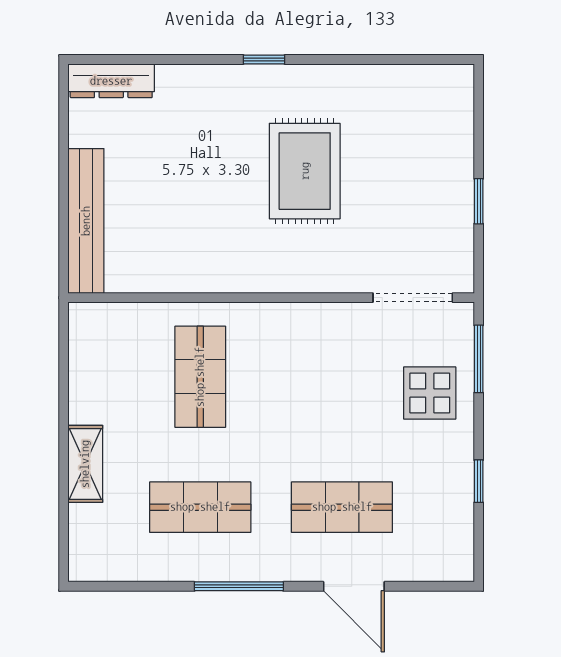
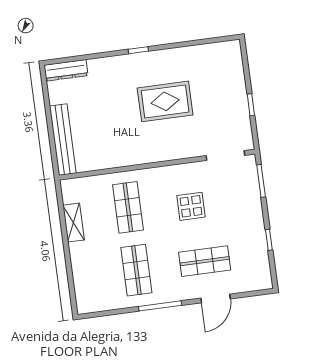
rug: (305, 171) -> (165, 101), turned 90
display table: (430, 393) -> (191, 206), moved
shelving: (85, 464) -> (74, 223), moved
shop shelf: (200, 507) -> (136, 270), turned 90
door: (354, 586) -> (216, 298), hinge flipped

